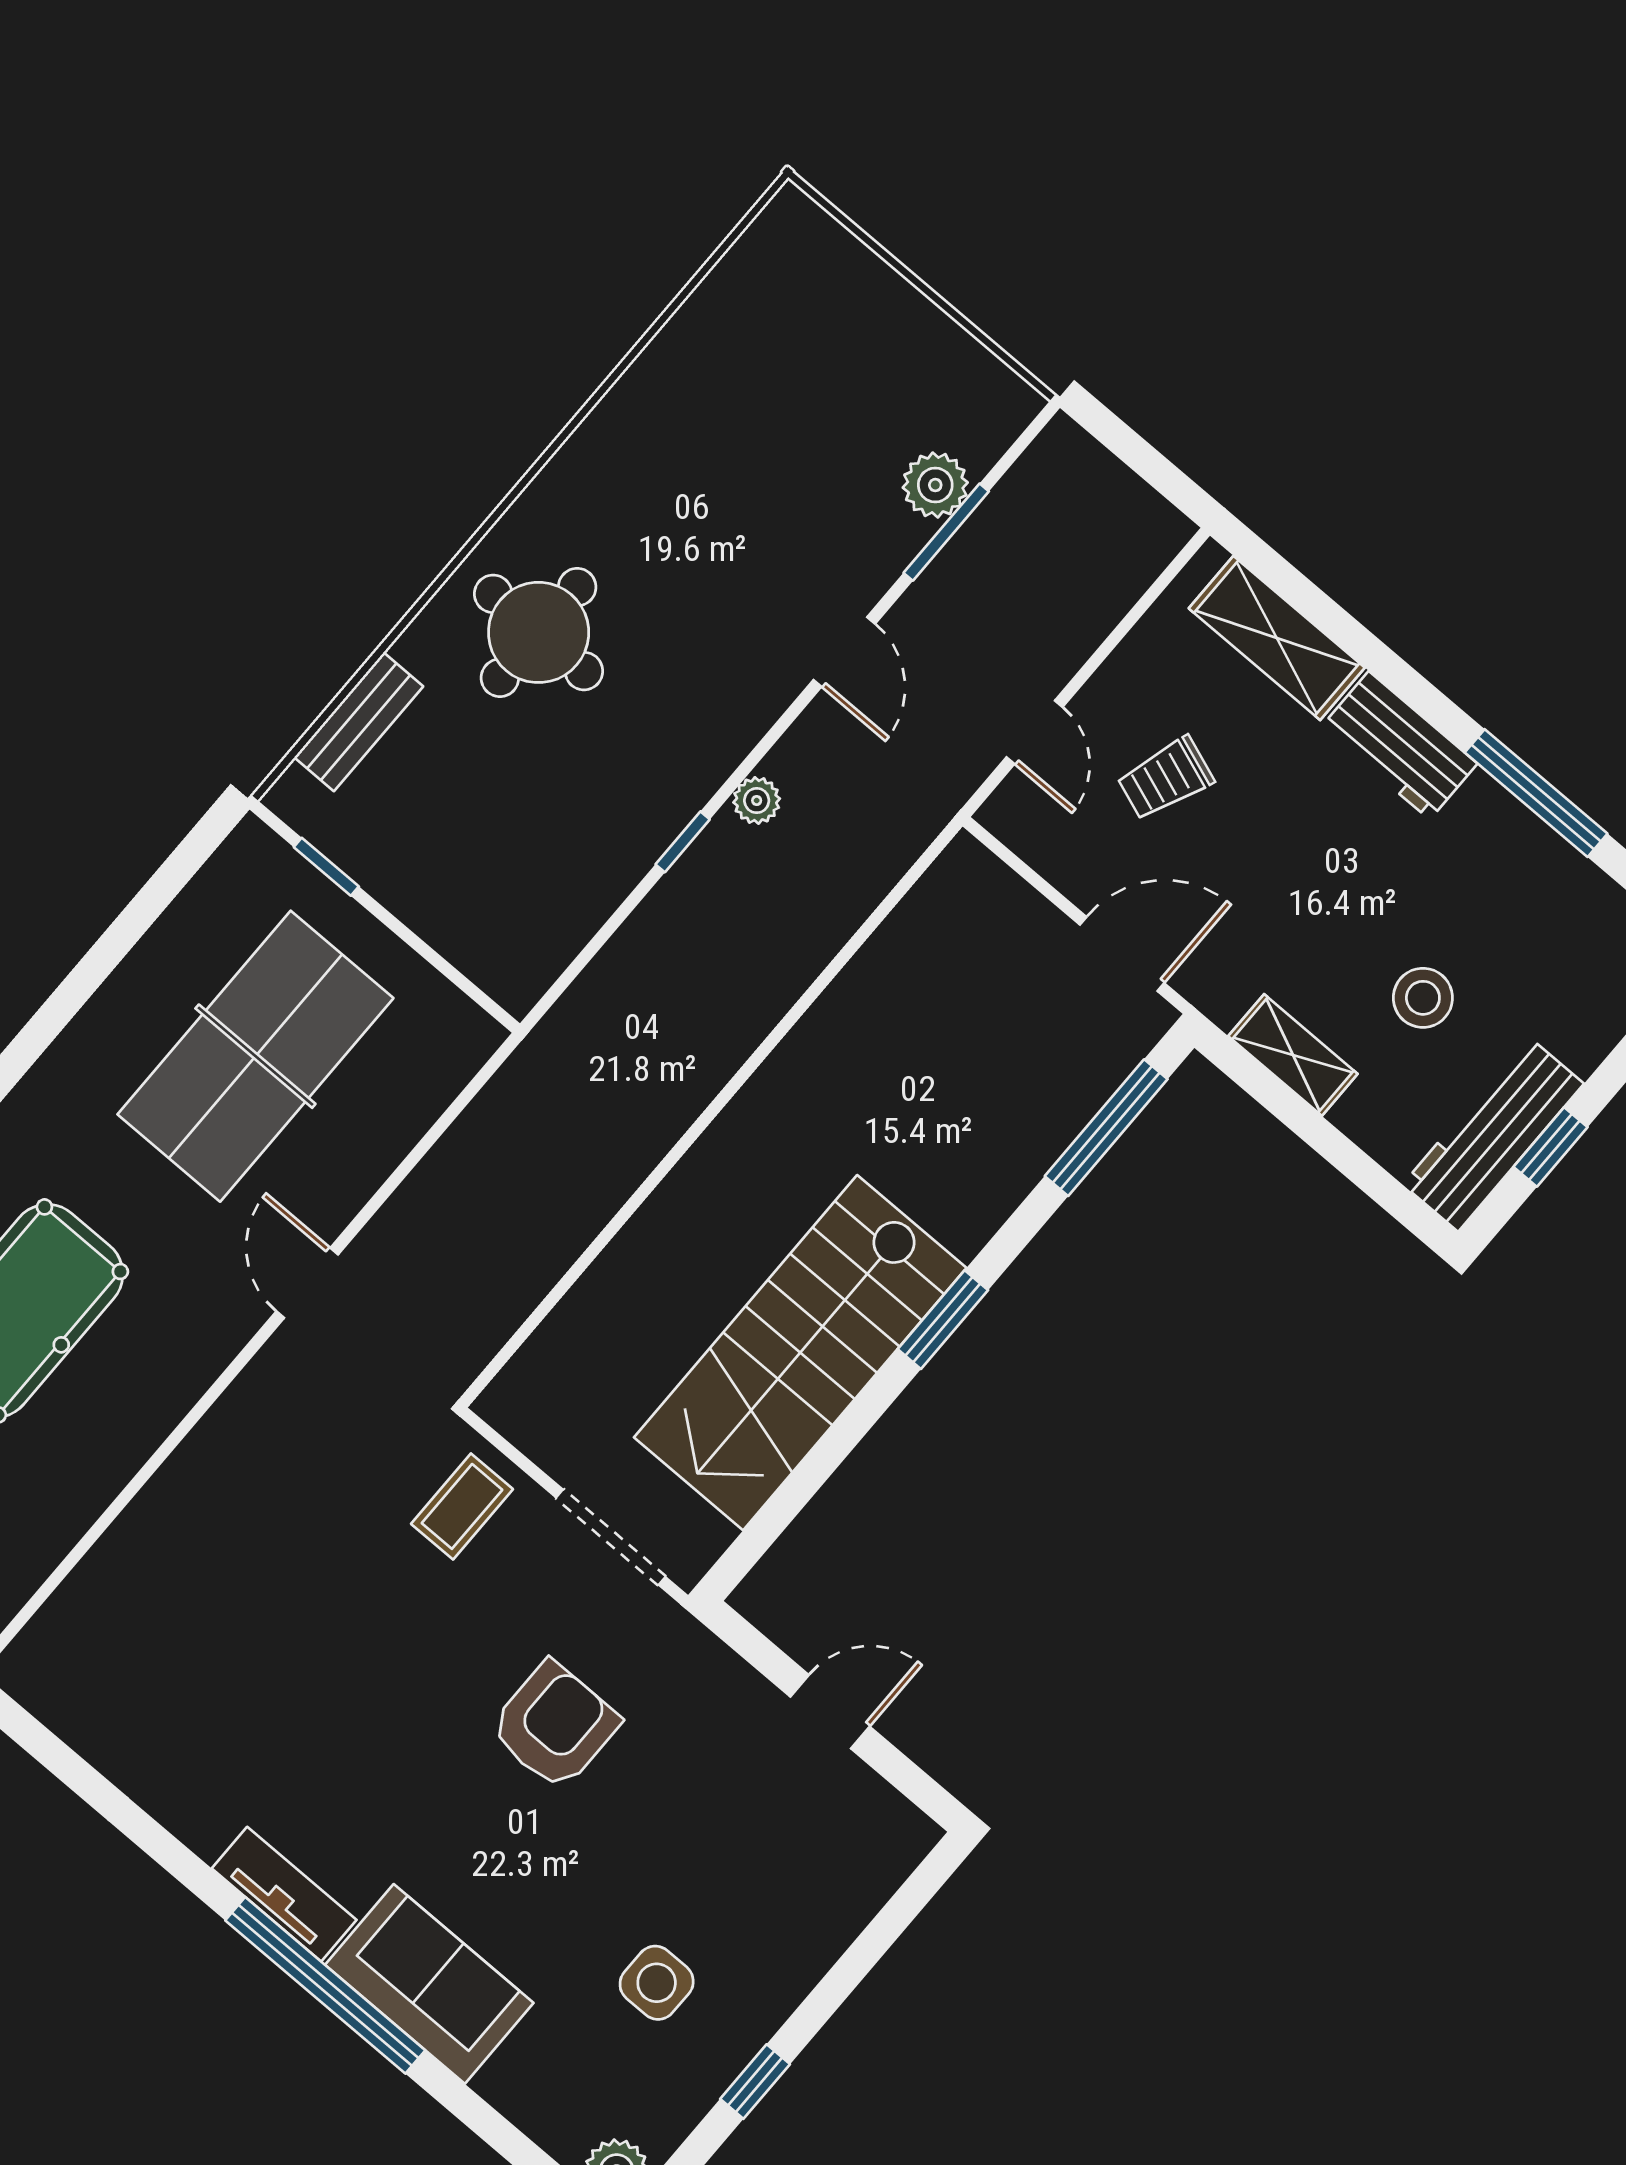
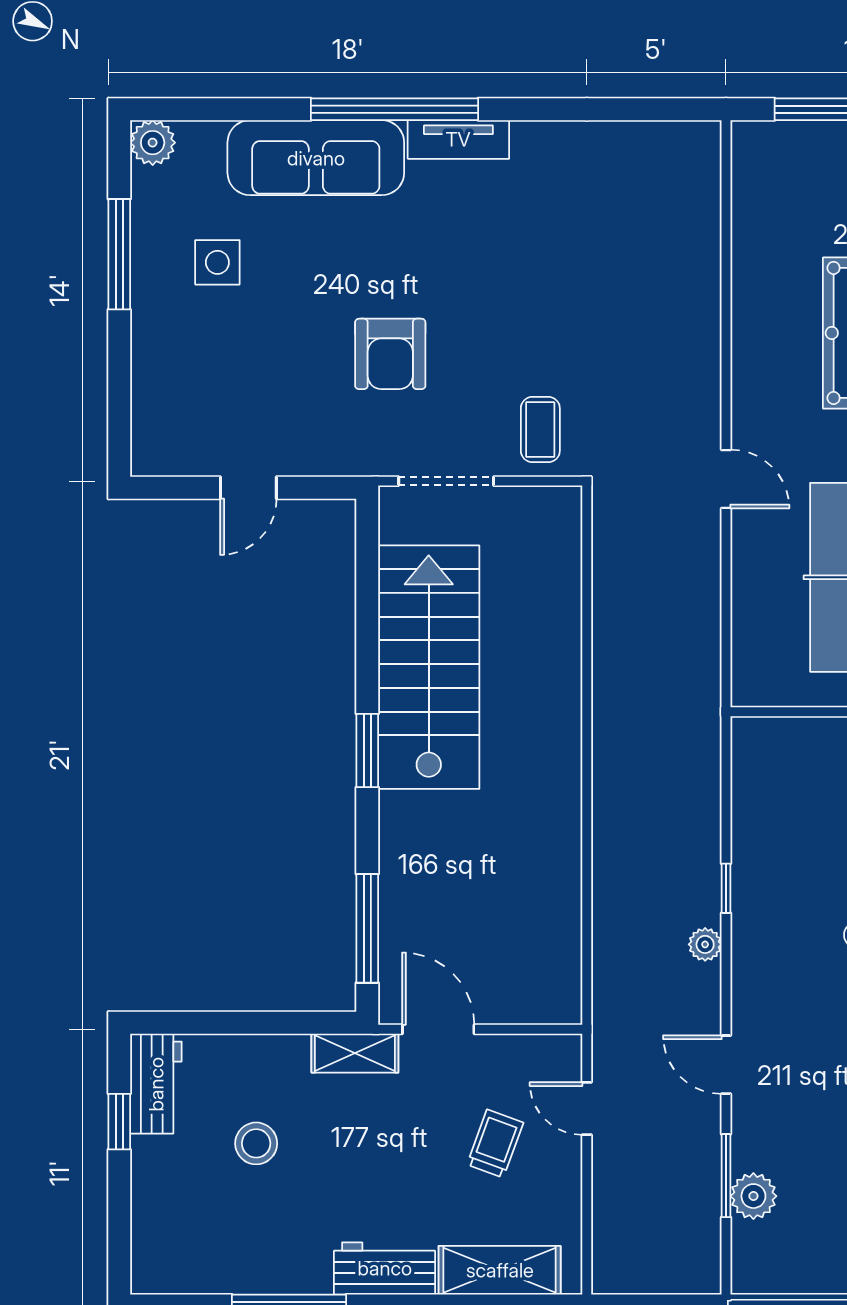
door: (1122, 954) -> (438, 1029), swing flipped
shelving: (1293, 1055) -> (355, 1053), moved
workbench: (1493, 1134) -> (156, 1084), width x0.73
sofa: (429, 1984) -> (316, 158), width x1.36
window: (755, 2082) -> (119, 254), width x2.17

